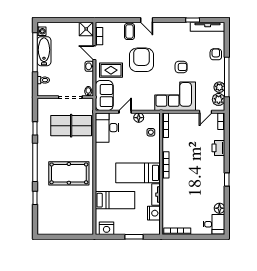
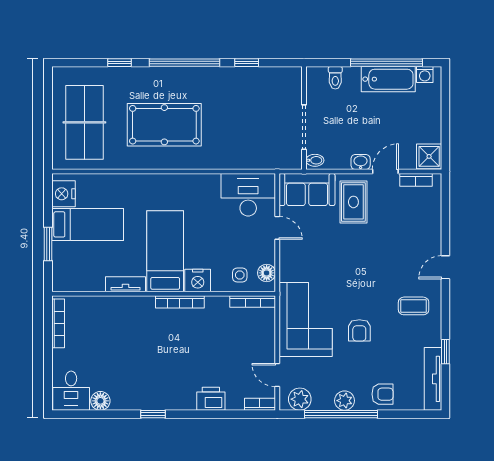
coffee table: (129, 31) -> (414, 306), moved
armchair: (142, 60) -> (372, 258), removed
plant: (219, 87) -> (345, 401), moved
floor lamp: (139, 118) -> (267, 273), moved
table tennis table: (71, 126) -> (84, 122), moved
pool table: (69, 173) -> (164, 125), turned 90
bed: (115, 200) -> (88, 224), moved, turned -90
nightstand: (154, 213) -> (198, 280), moved

